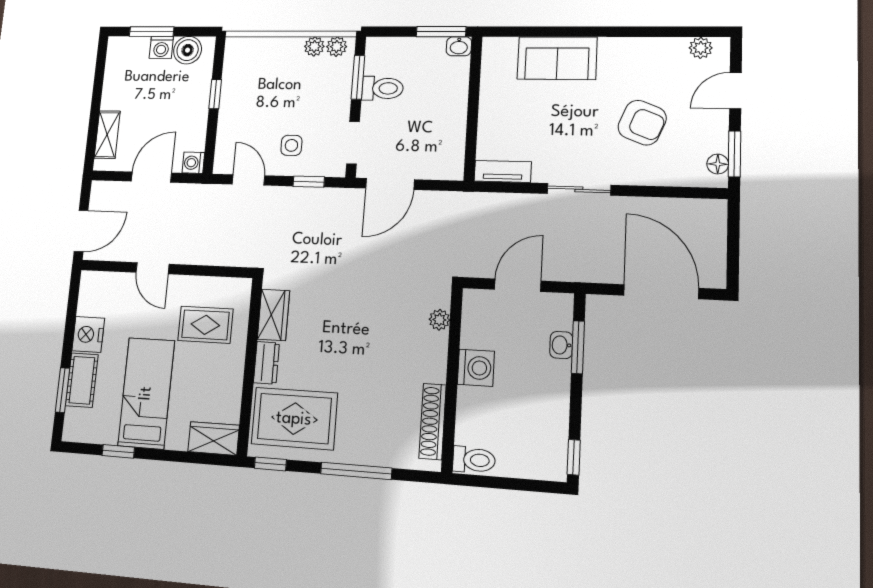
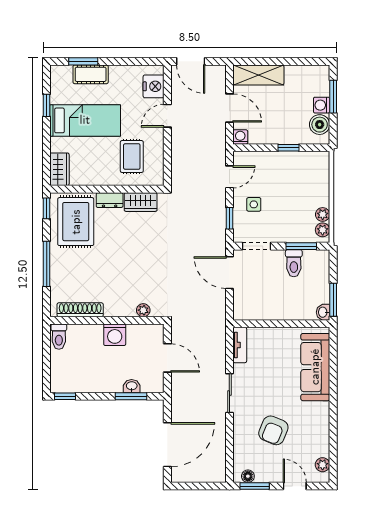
sofa: (557, 58) -> (315, 367), width x1.36
shelving: (107, 135) -> (259, 75), width x1.50, depth x1.33
nightstand: (88, 334) -> (154, 86), moved, turned 90

